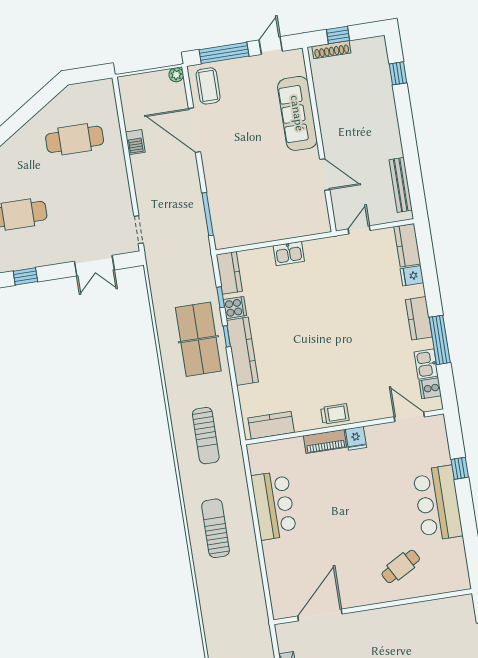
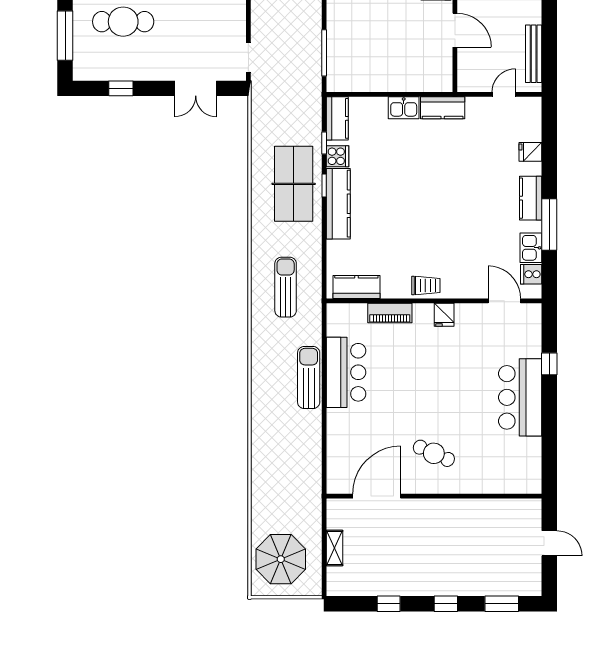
door: (359, 230) -> (504, 94), moved
kitchen counter: (407, 245) -> (443, 108), moved, turned -90
sun lounger: (206, 436) -> (286, 287), turned 180
piano: (325, 441) -> (390, 313), moved
sun lounger: (216, 528) -> (309, 377), moved
cafe table: (401, 566) -> (434, 453), moved, turned 53

